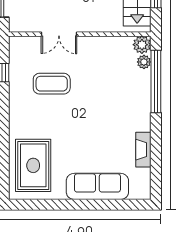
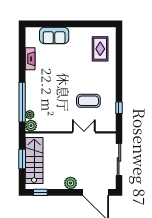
rug: (33, 165) -> (100, 49), width x0.73, depth x0.70
sofa: (97, 186) -> (54, 35), width x0.73

